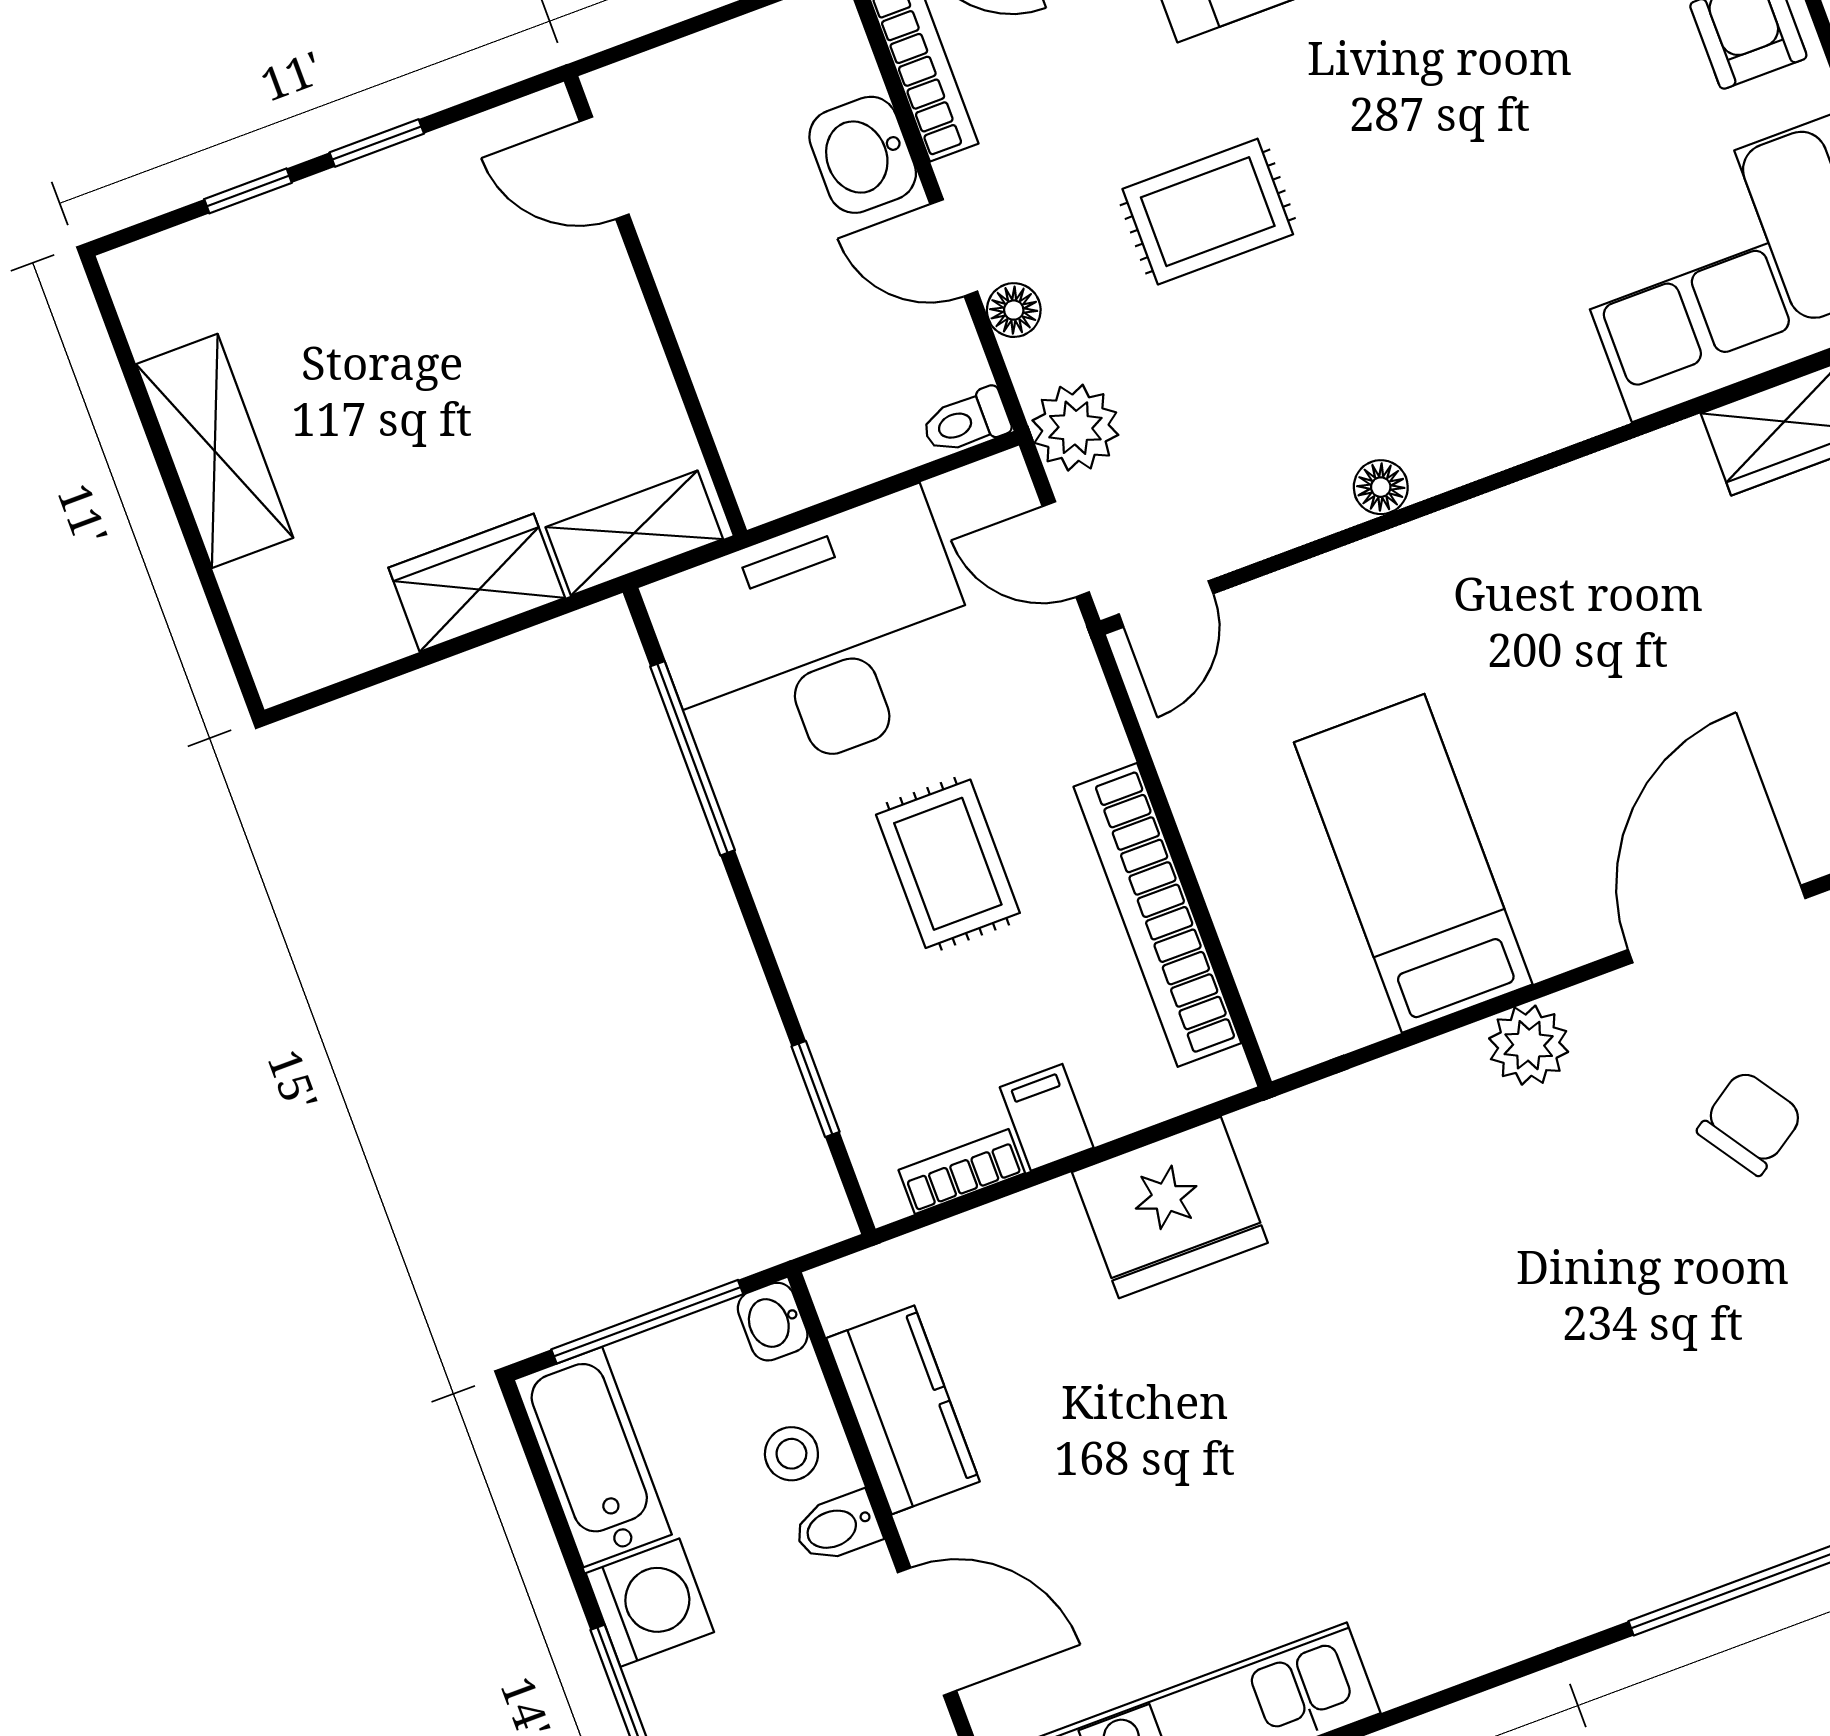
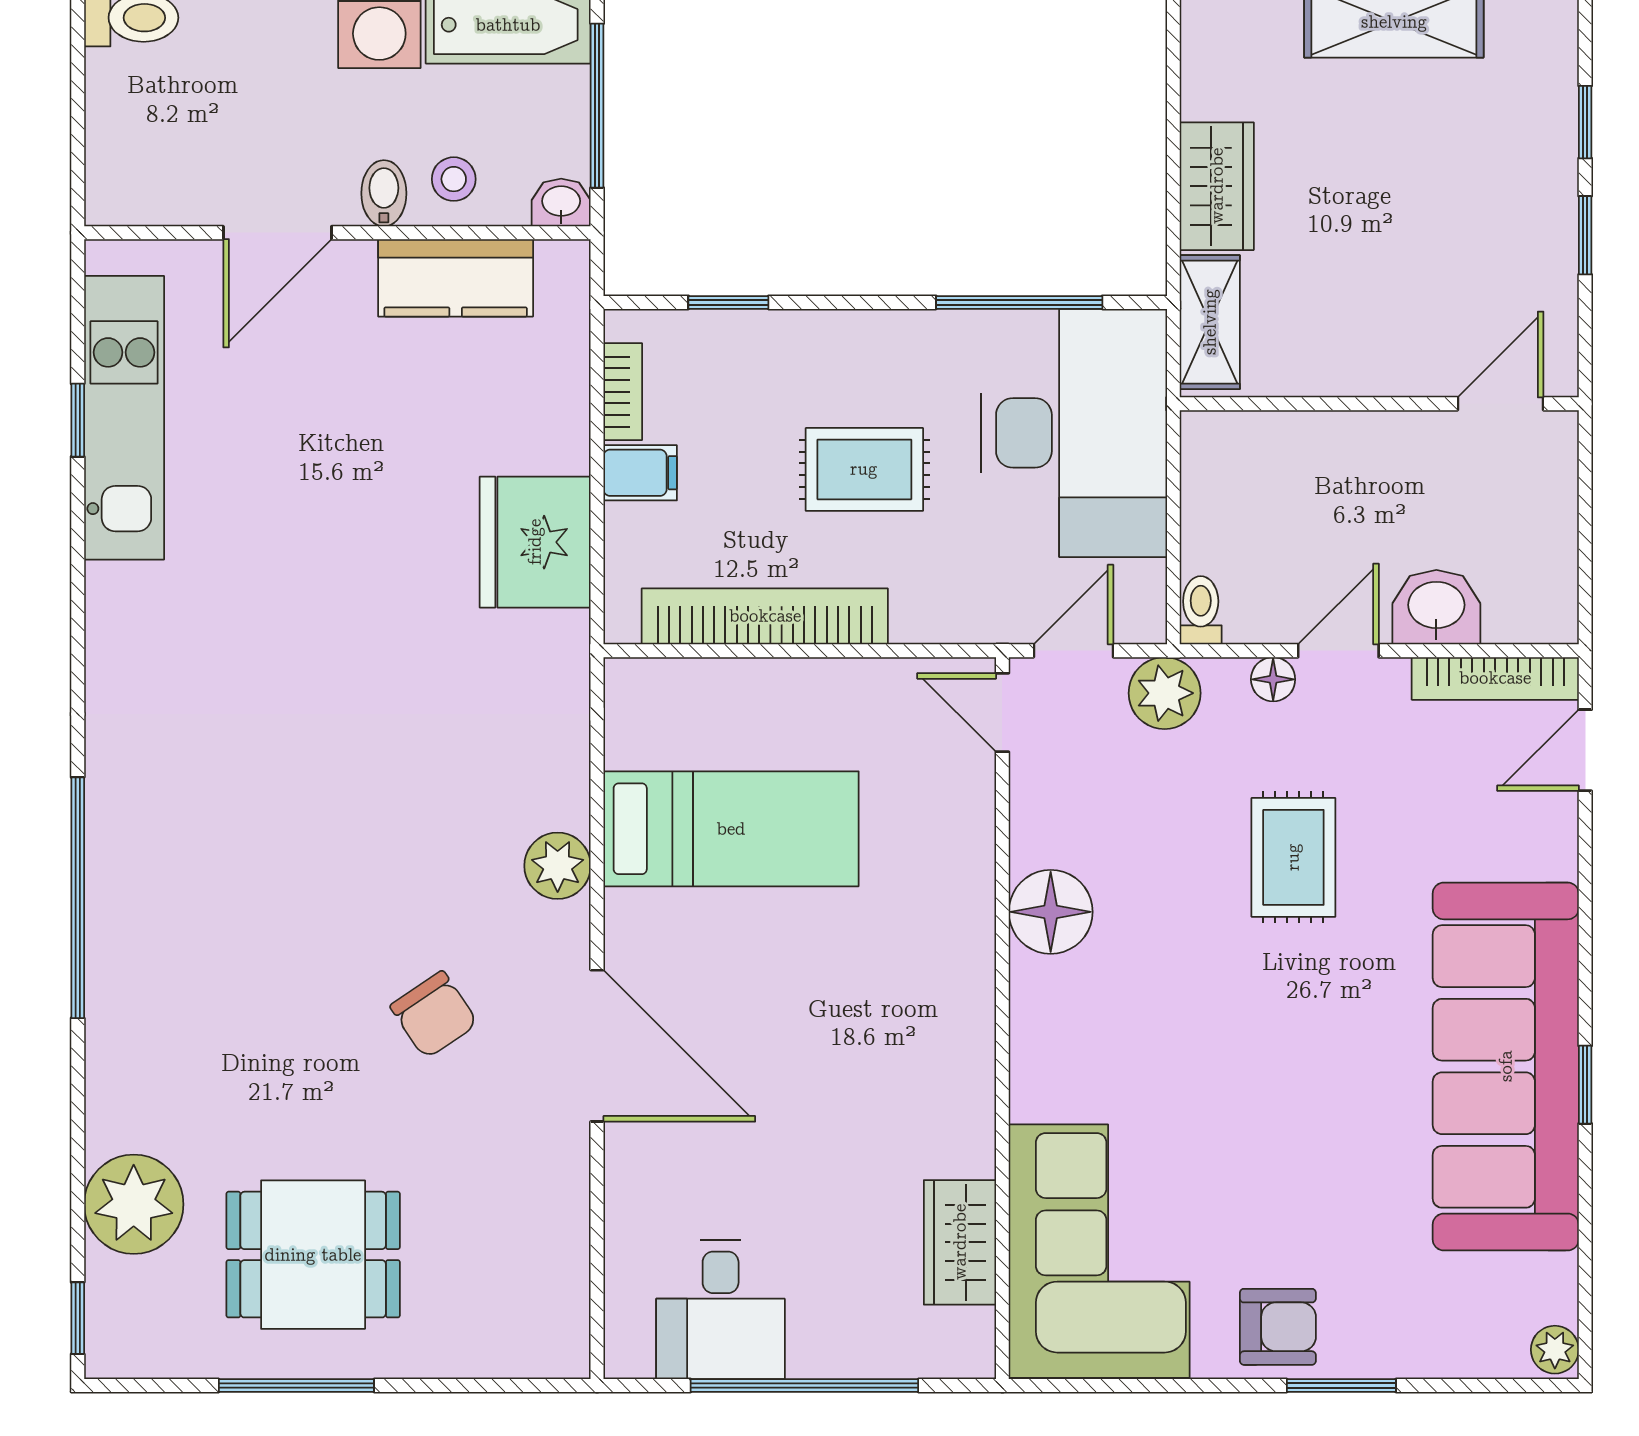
floor lamp: (1381, 487) -> (1051, 912), width x1.89, depth x1.89

